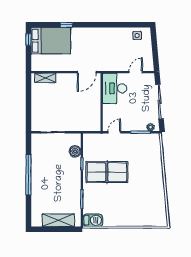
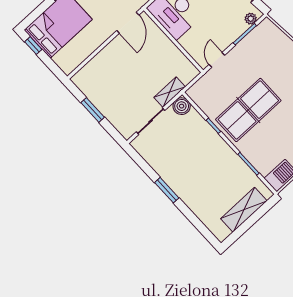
shelving: (45, 78) -> (170, 92), moved
window: (28, 100) -> (93, 110), added
boiler: (75, 151) -> (182, 106), moved
window: (28, 175) -> (167, 190), width x0.47

